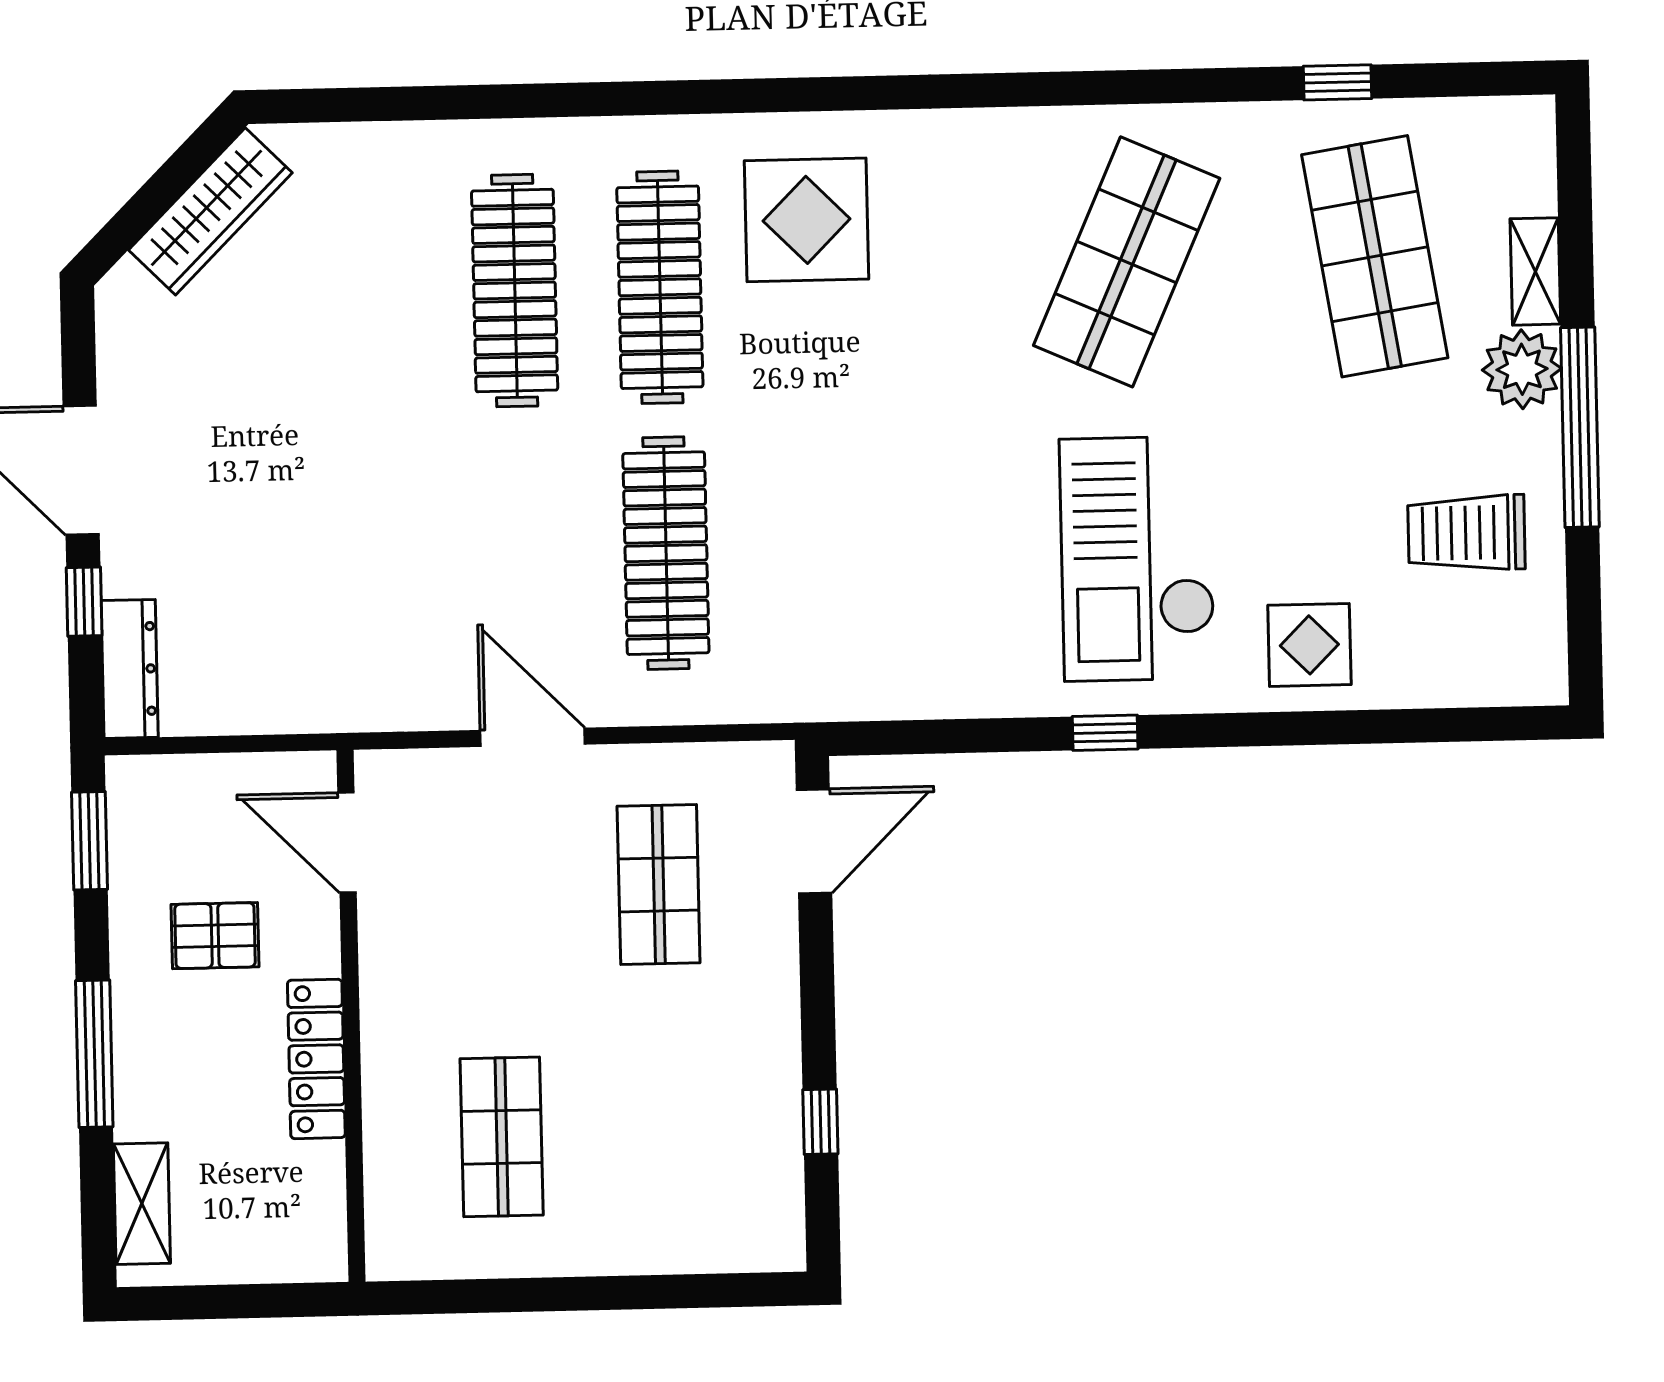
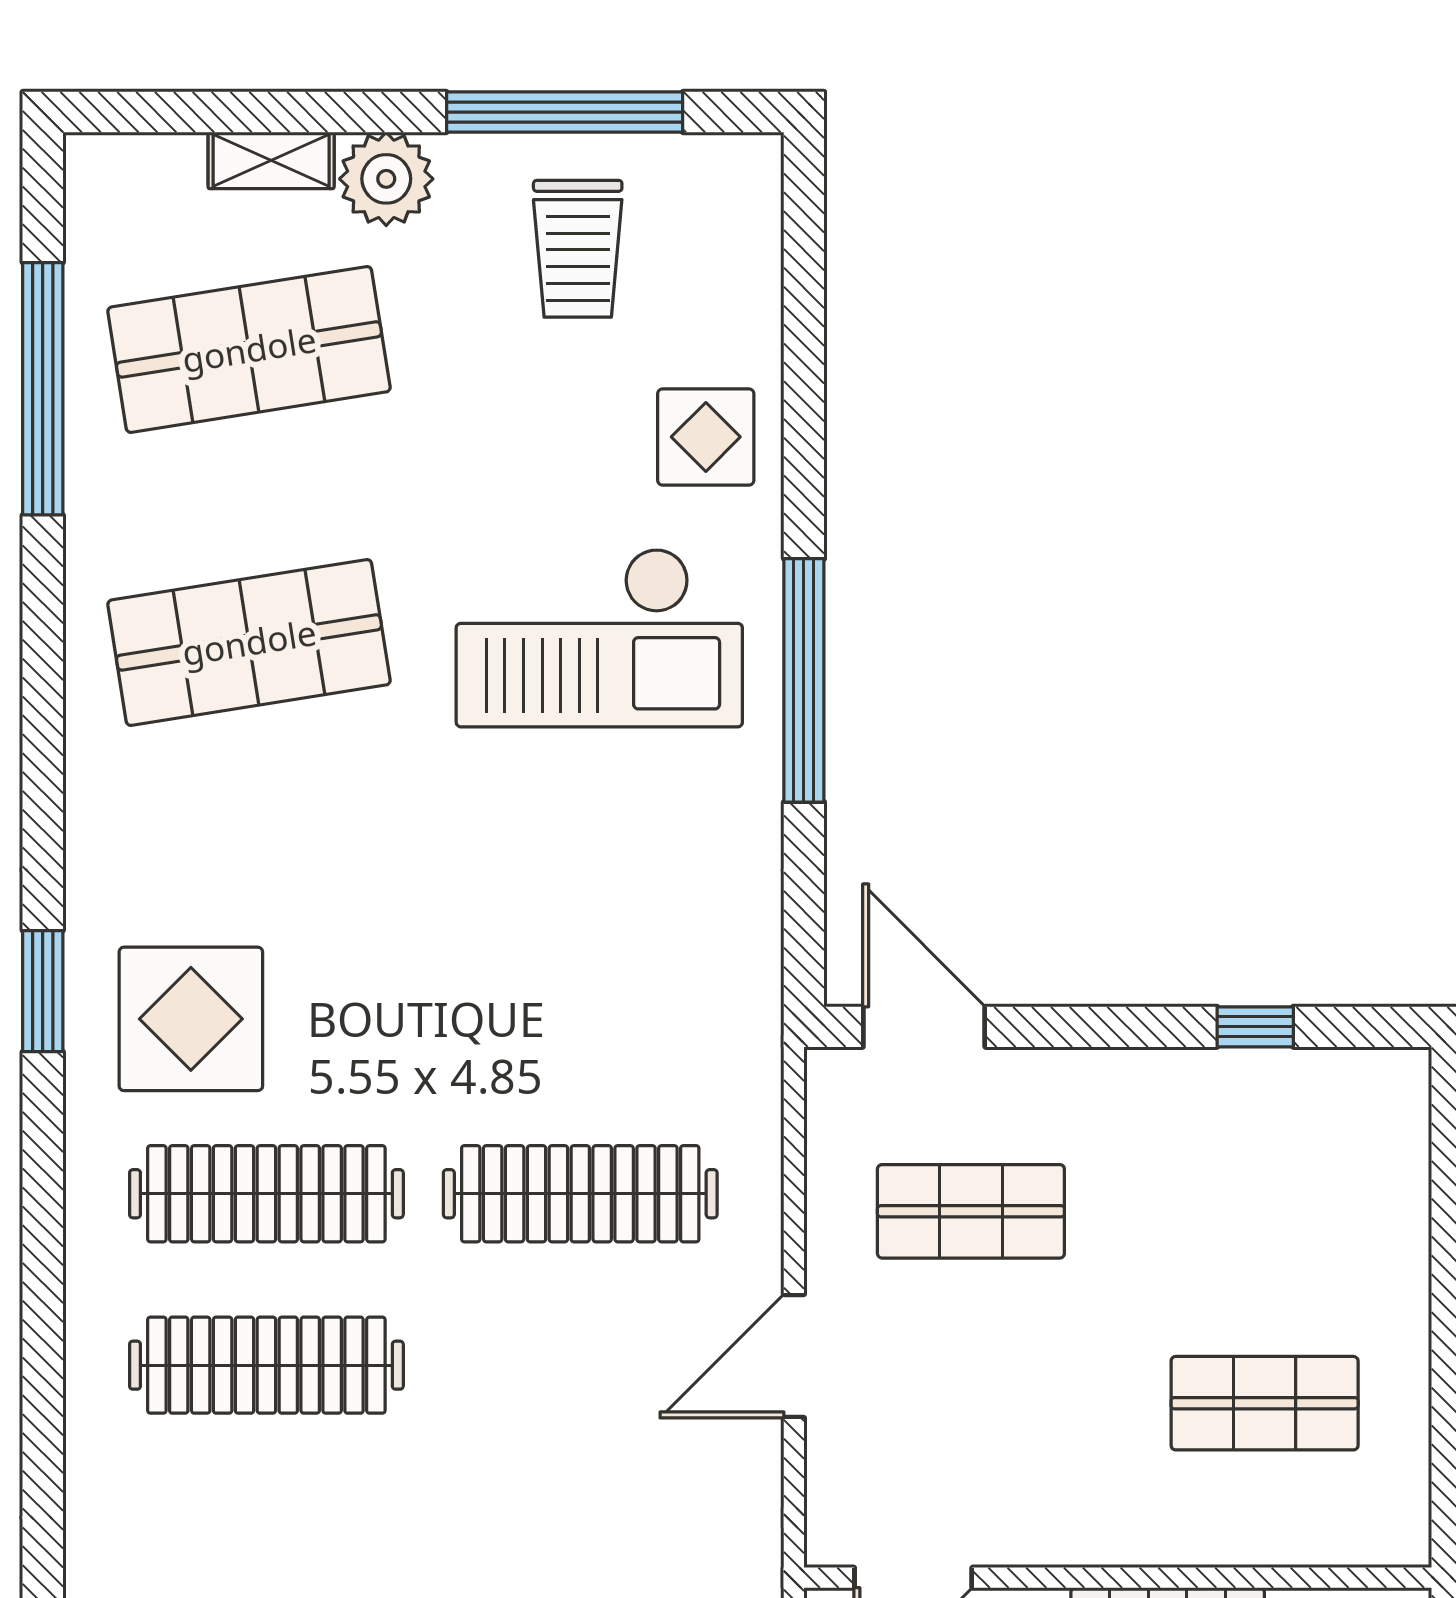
window: (1337, 82) -> (43, 389), width x3.17
window: (827, 94) -> (43, 991), added
shop shelf: (1127, 262) -> (249, 642), turned -33
window: (1580, 427) -> (565, 112), moved
window: (1105, 733) -> (804, 680), width x3.17

